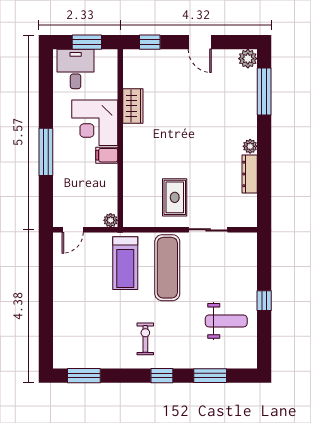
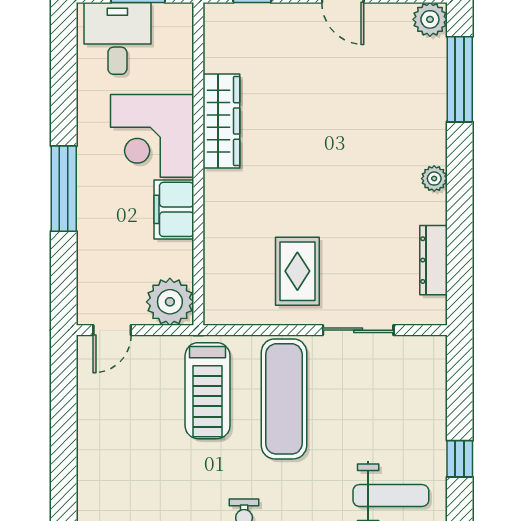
wardrobe: (133, 106) -> (221, 121), width x1.50
filing cabinet: (107, 155) -> (174, 209), width x2.00
dresser: (250, 174) -> (433, 260), moved
plant: (111, 220) -> (170, 302), width x1.87, depth x1.87

